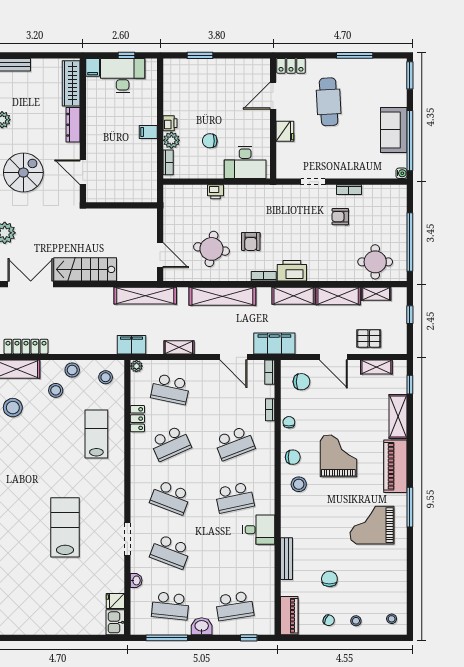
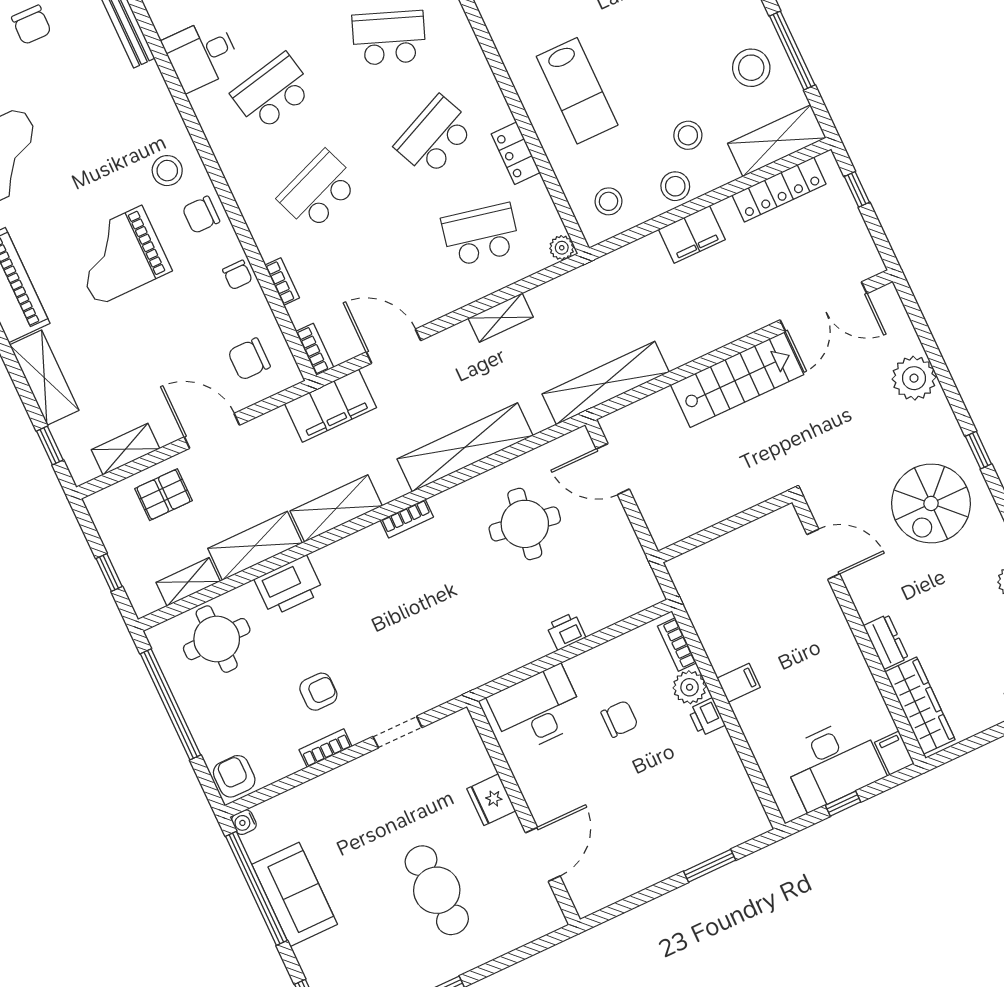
locker: (291, 66) -> (536, 924), removed
dresser: (73, 125) -> (886, 642), width x0.70
armchair: (251, 241) -> (234, 776), moved
printer: (292, 271) -> (289, 586), moved
filing cabinet: (132, 345) -> (692, 234), moved
grand piano: (338, 456) -> (119, 256), turned 90

